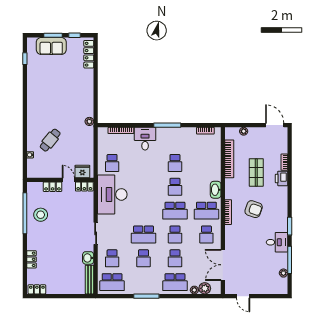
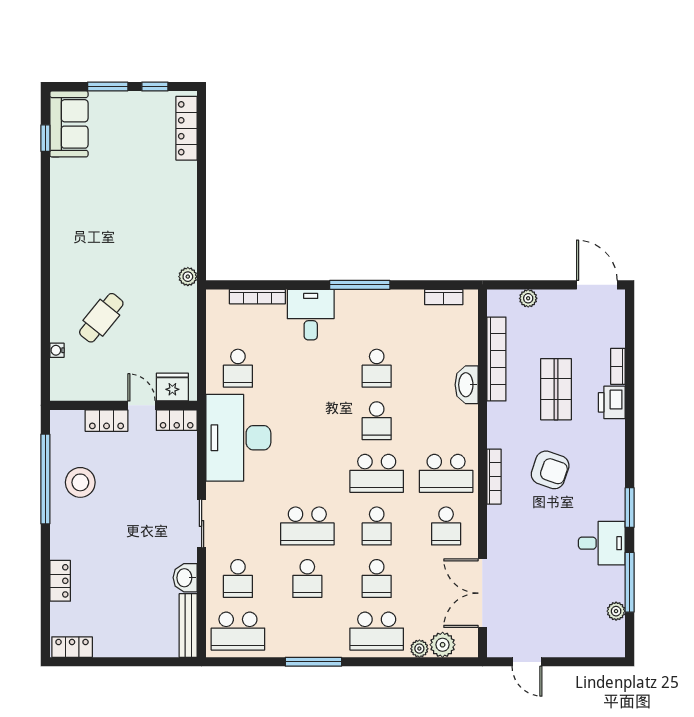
sofa: (51, 46) -> (69, 124), moved, turned -90
washbasin: (216, 190) -> (467, 385), moved

